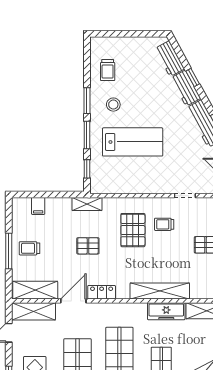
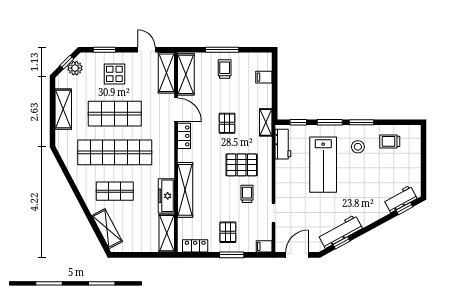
window: (193, 77) -> (404, 209), moved
workbench: (186, 88) -> (283, 144), moved, turned 119

